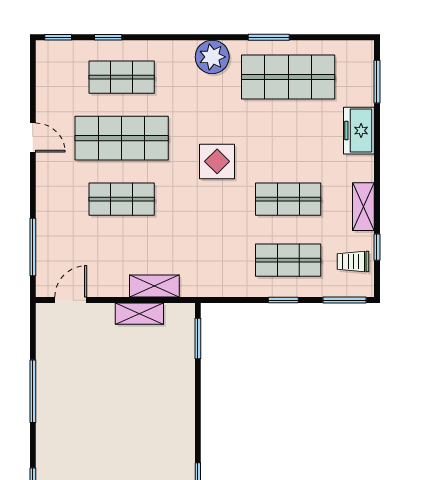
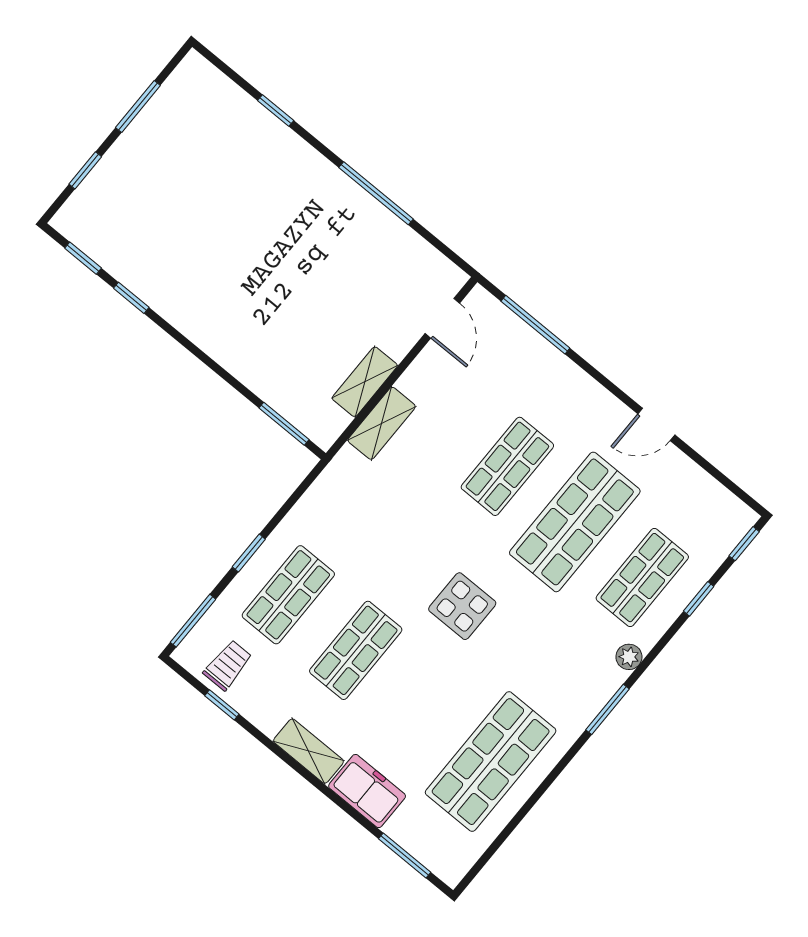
window: (269, 37) -> (608, 709), moved
plant: (212, 57) -> (629, 657), moved, width x0.53, depth x0.53
shelving: (363, 207) -> (309, 751), moved

